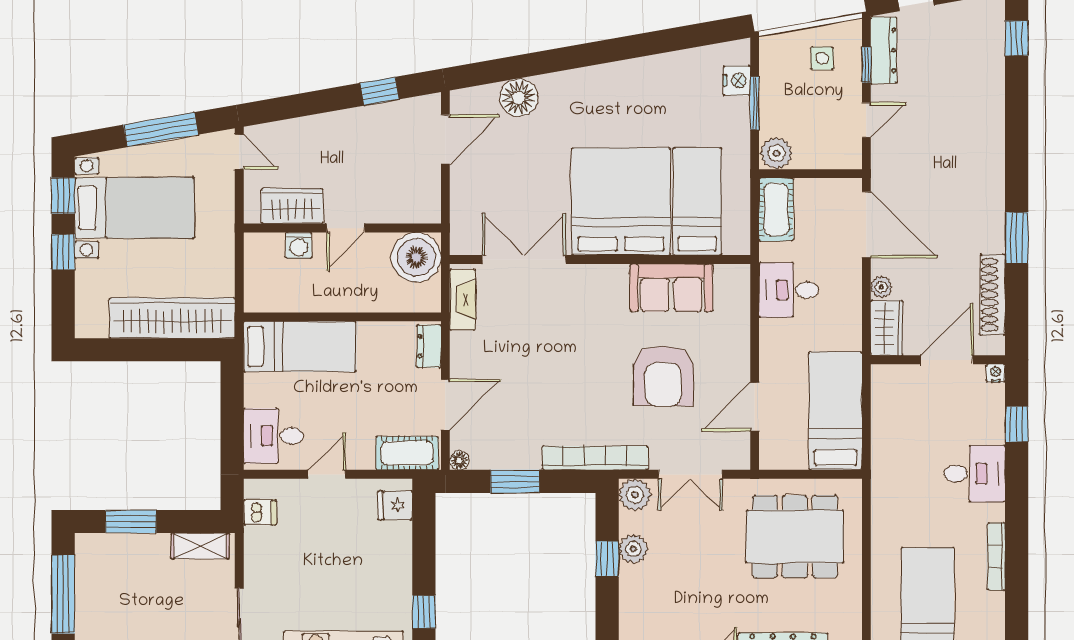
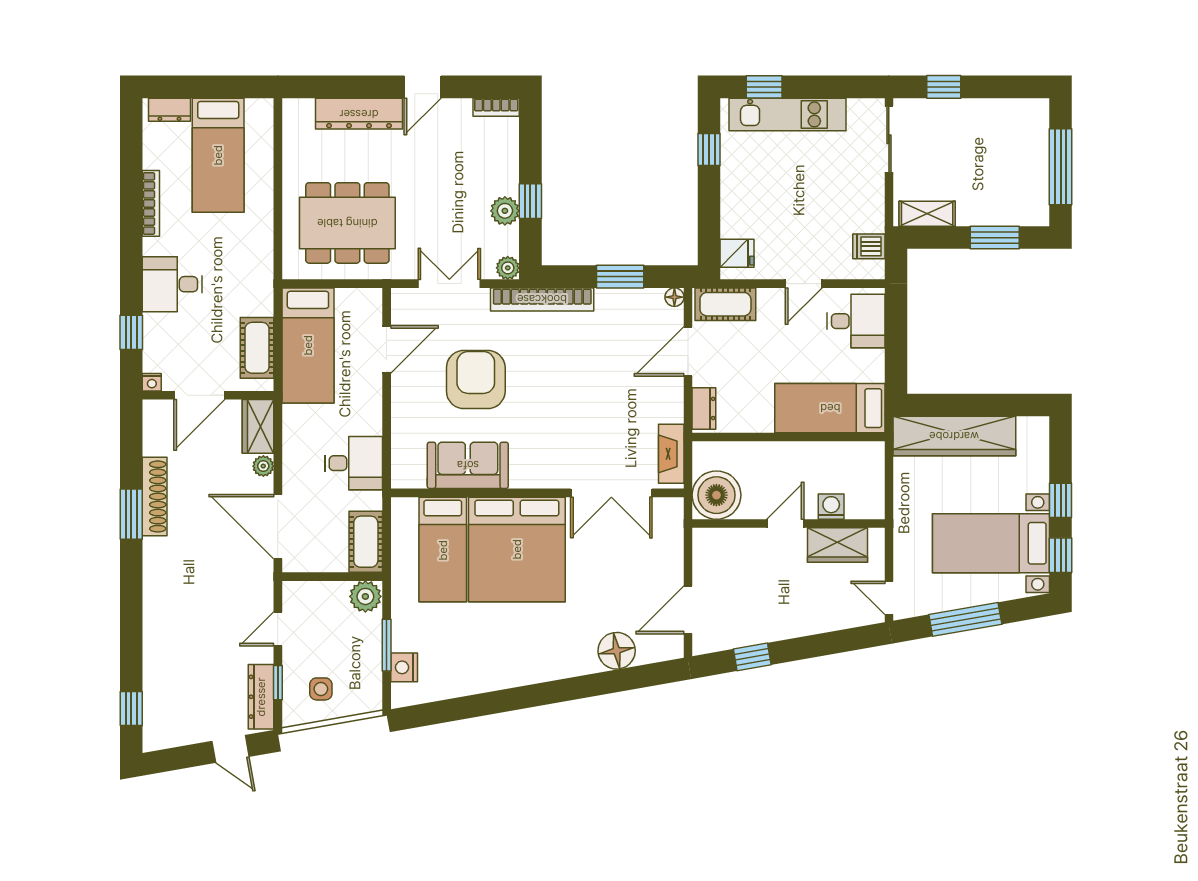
shoe rack: (993, 295) -> (155, 496), moved
cot: (888, 408) -> (257, 348), added
plant: (635, 495) -> (508, 268), width x0.73, depth x0.73

